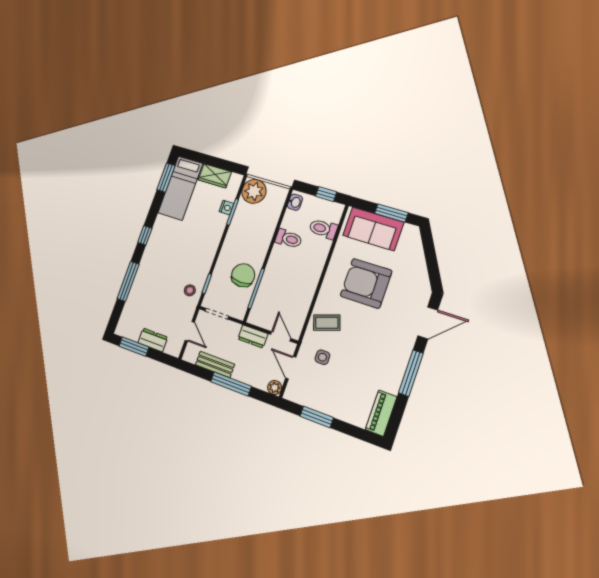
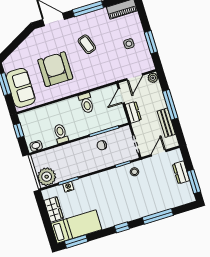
toilet: (323, 229) -> (86, 103), moved
chair: (243, 275) -> (102, 145), width x0.54, depth x0.54
armchair: (366, 283) -> (55, 69), turned 180
coffee table: (327, 323) -> (87, 44), moved
side table: (322, 357) -> (129, 44), moved

